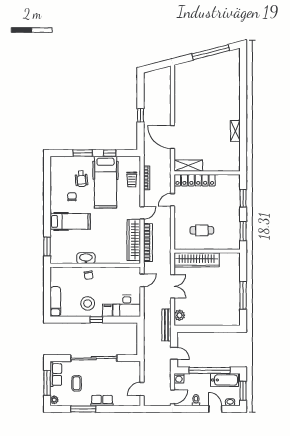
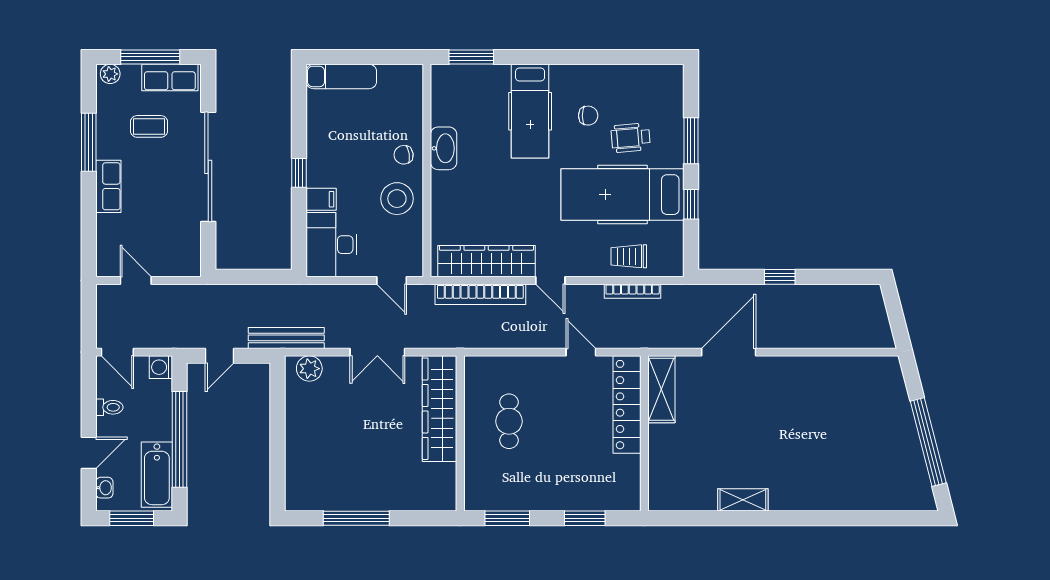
stool: (88, 303) -> (397, 199), moved

